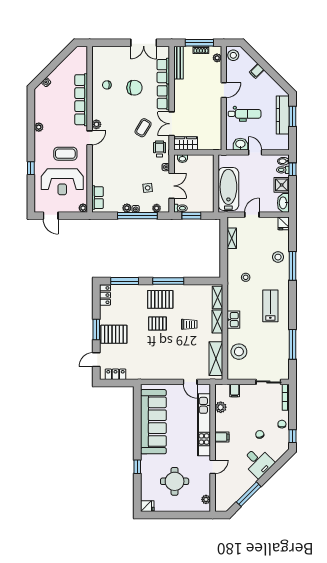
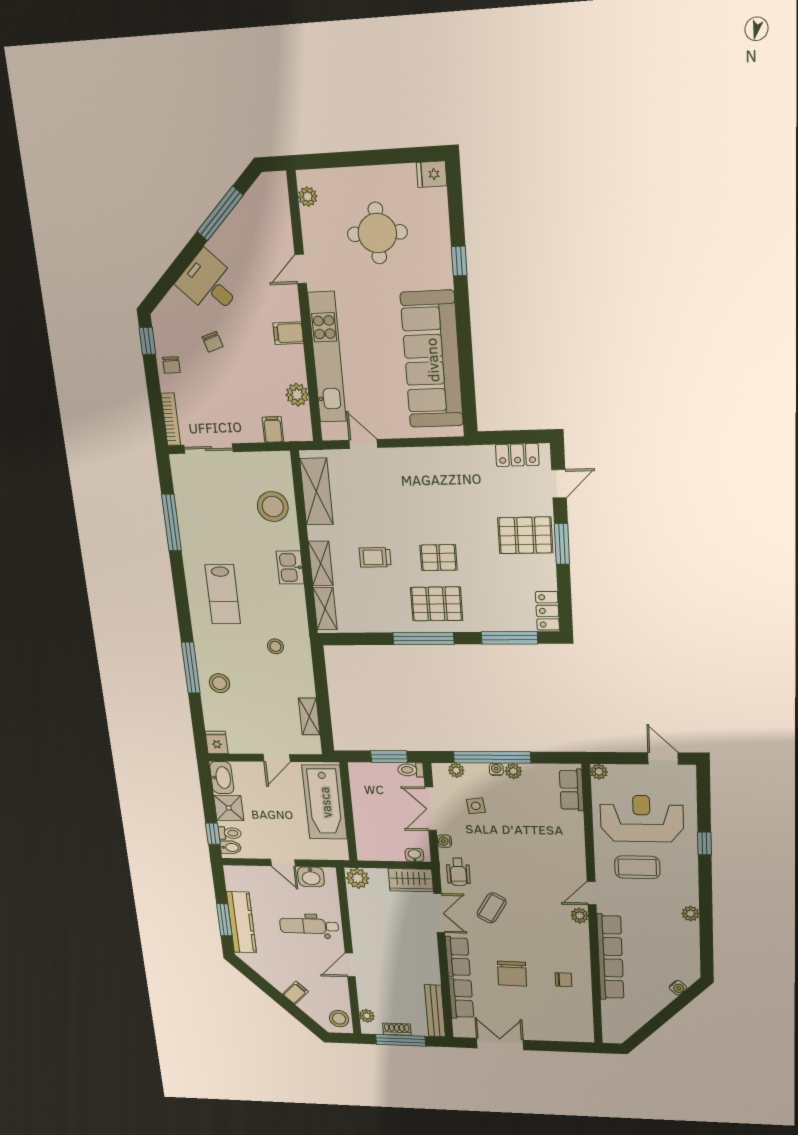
chair: (134, 88) -> (512, 974), turned -89
plant: (215, 144) -> (358, 878), added

